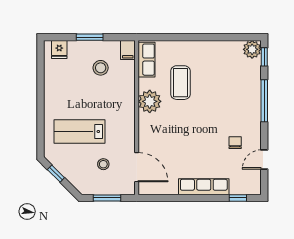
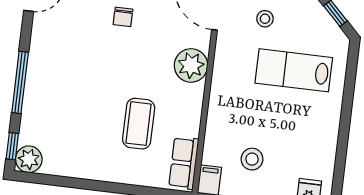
plant: (150, 101) -> (191, 65), moved
lab bench: (80, 132) -> (294, 70), turned 180
chair: (235, 143) -> (123, 17), moved

